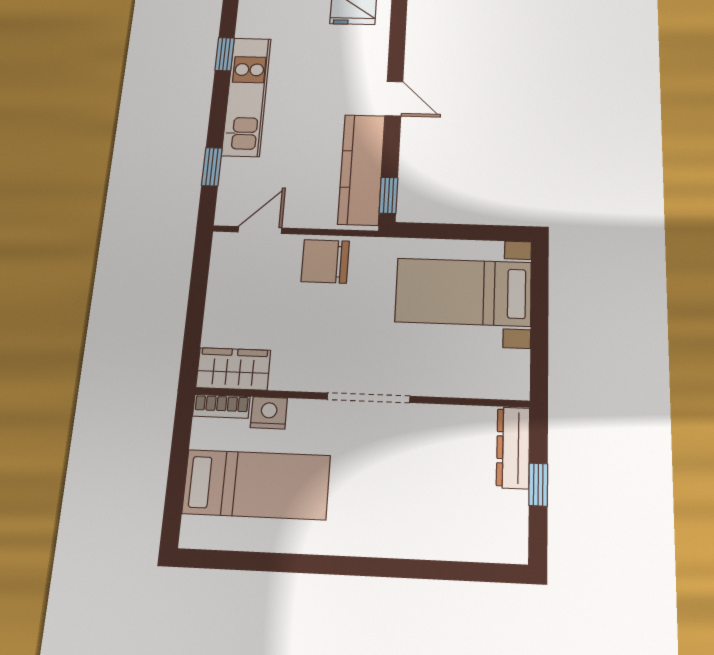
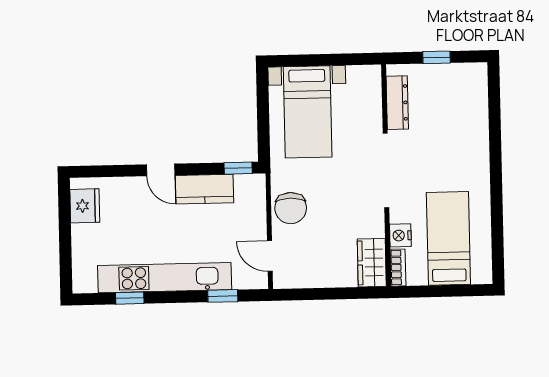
kitchen unit: (247, 96) -> (165, 278), width x1.36
door: (394, 99) -> (161, 170), swing flipped
kitchen counter: (361, 169) -> (205, 189), width x0.67
doorway: (369, 398) -> (386, 171), width x1.36
dresser: (513, 448) -> (397, 103), moved, turned -90

